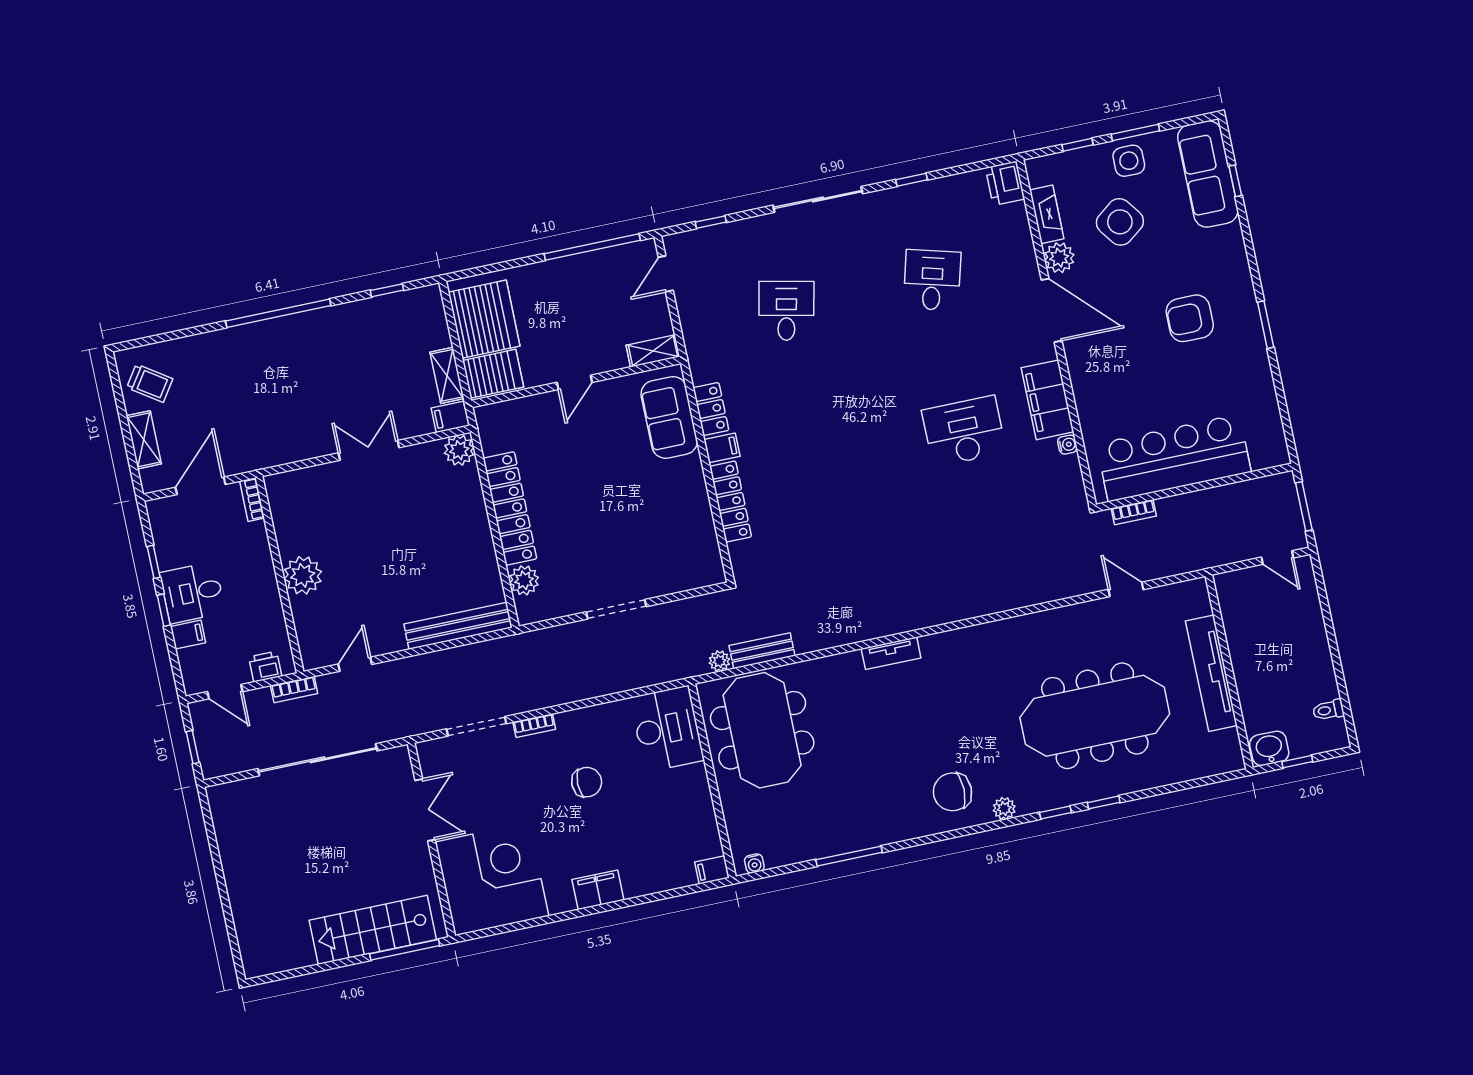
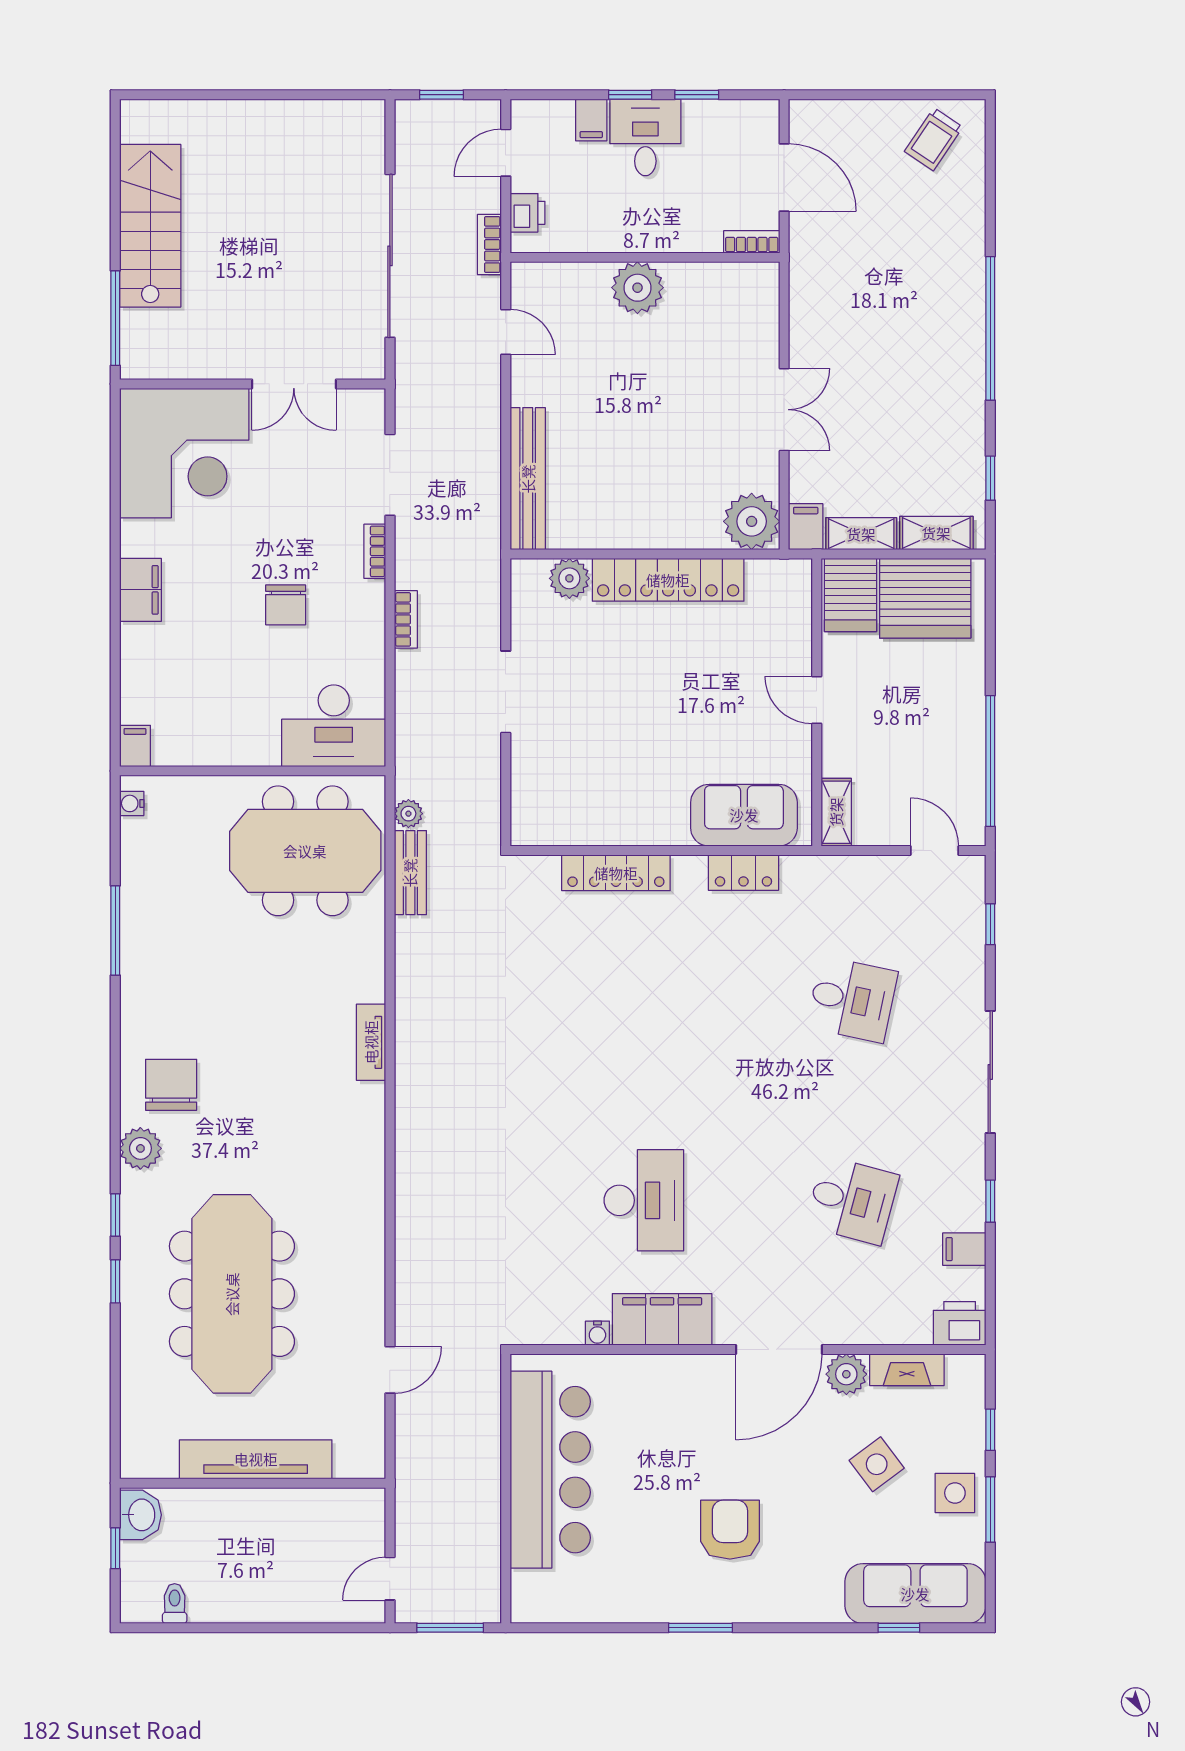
side table: (1120, 222) -> (877, 1464), width x0.73, depth x0.73
shelving: (144, 440) -> (936, 533), moved
filing cabinet: (722, 448) -> (964, 1249), moved, turned 90
plant: (459, 450) -> (752, 521), width x1.36, depth x1.36
bookcase: (1134, 512) -> (406, 619), moved, turned 180
plant: (1004, 809) -> (140, 1148), width x1.38, depth x1.38
stairs: (373, 930) -> (150, 226), moved

